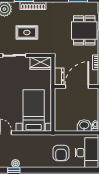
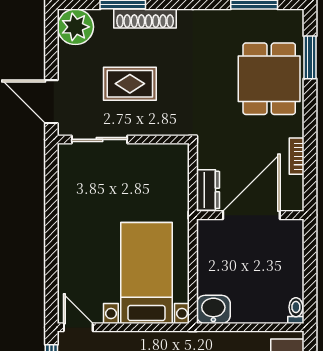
wardrobe: (41, 63) -> (164, 158), removed
washbasin: (84, 126) -> (213, 309), moved

